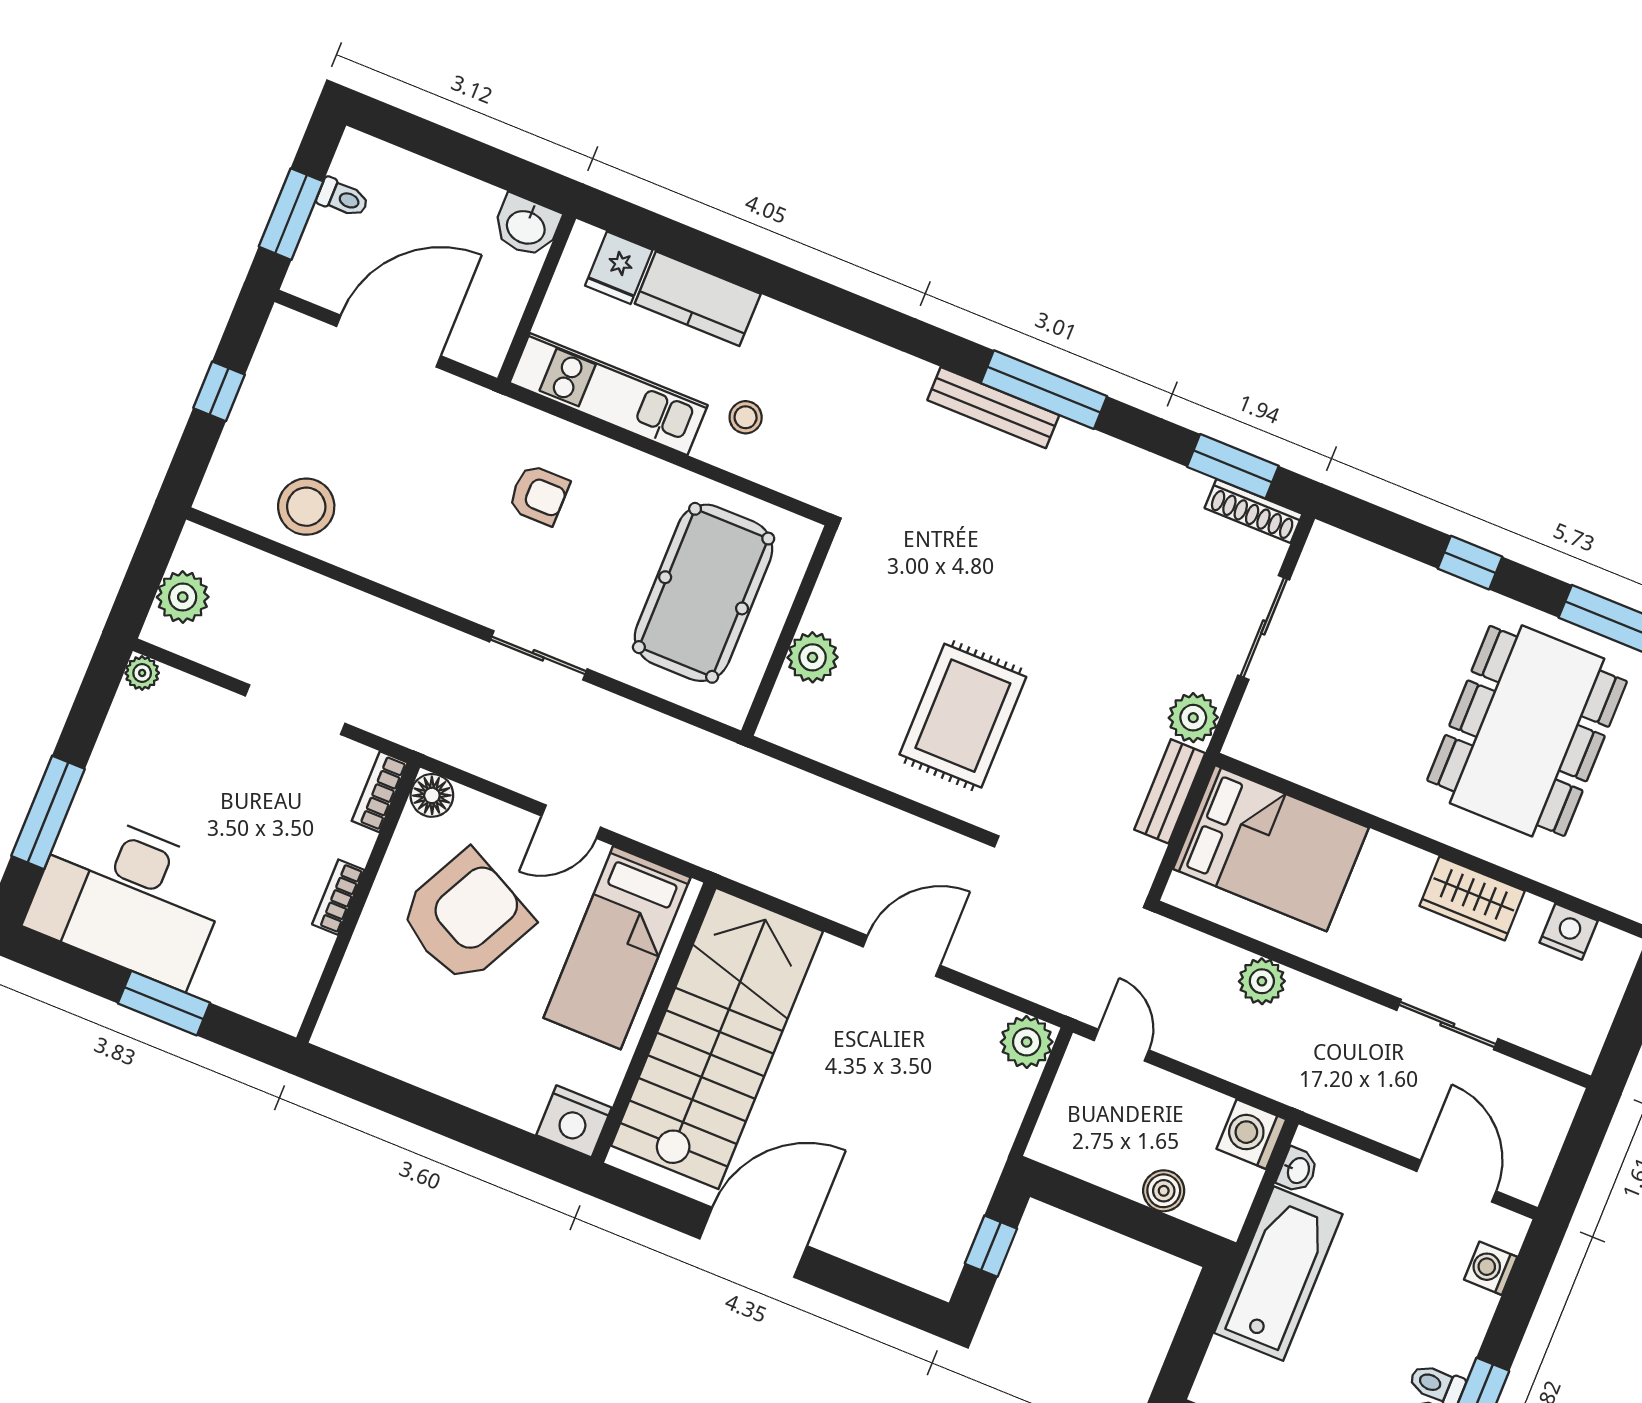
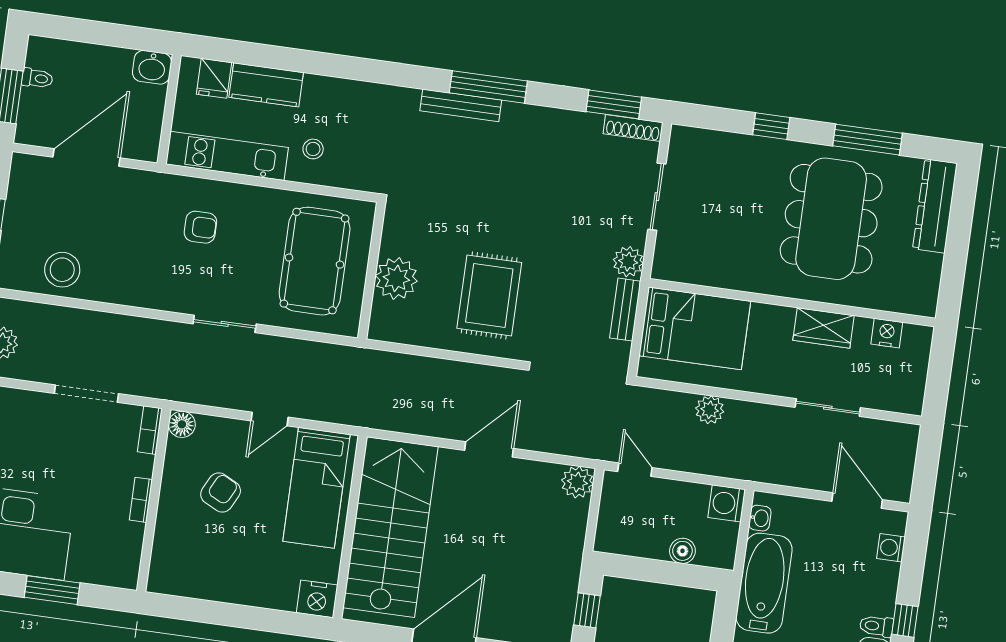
plant: (813, 657) -> (396, 278), width x1.36, depth x1.36
armchair: (465, 917) -> (221, 492), width x0.53, depth x0.53

